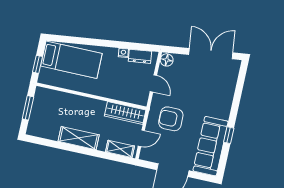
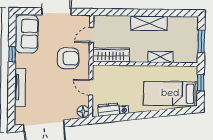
tv unit: (228, 99) -> (20, 87), added
sofa: (211, 146) -> (27, 34), width x0.73
shelving: (120, 149) -> (160, 57), moved

